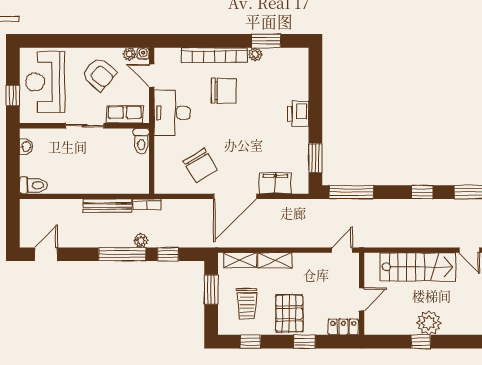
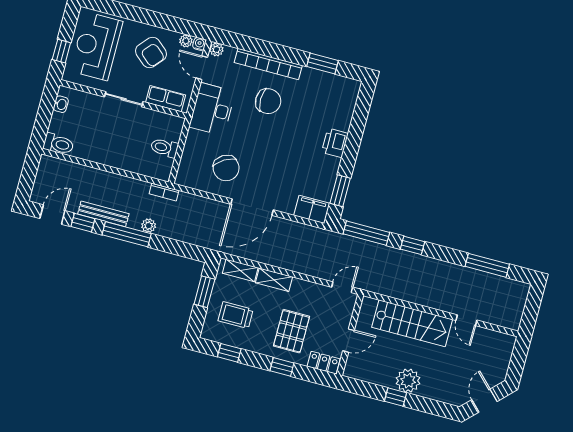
plant: (255, 54) -> (216, 49), moved
toilet: (141, 141) -> (164, 148), moved, turned 90
filing cabinet: (275, 183) -> (312, 209), moved
window: (422, 192) -> (412, 245), moved
bench: (107, 206) -> (103, 214), moved
window: (168, 254) -> (83, 223), moved
trolley: (247, 304) -> (236, 315), turned 90
pallet: (289, 313) -> (292, 331), moved

